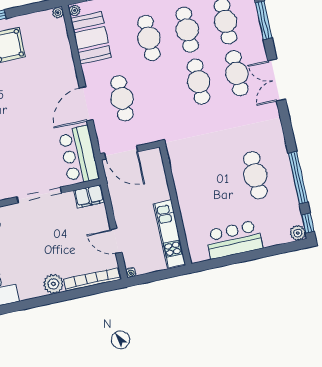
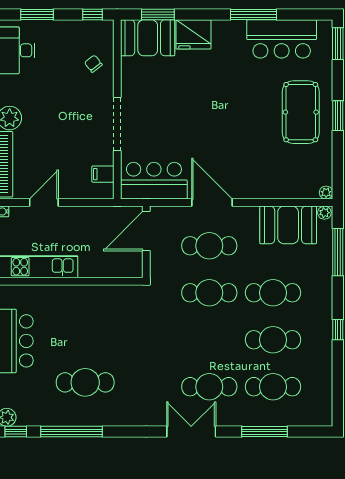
cafe table: (199, 82) -> (209, 293), moved
filing cabinet: (89, 196) -> (103, 174), width x0.50

